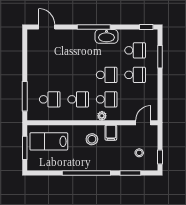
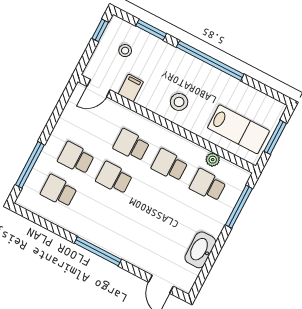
window: (146, 27) -> (27, 214), removed
washbasin: (106, 36) -> (200, 250), moved, turned -90
window: (160, 57) -> (30, 165), width x1.44
plant: (102, 116) -> (213, 160), moved
filing cabinet: (111, 133) -> (131, 88), moved

